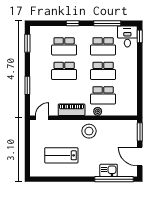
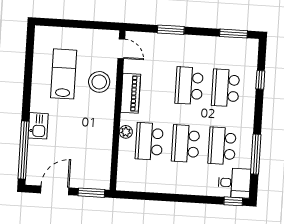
window: (73, 23) -> (260, 80), moved
stool: (89, 131) -> (99, 82), moved
kitchen sink: (109, 170) -> (38, 126), moved

